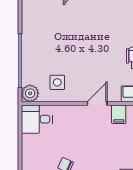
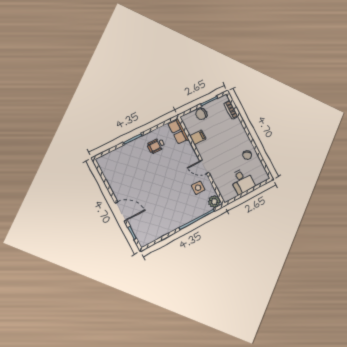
door: (97, 103) -> (204, 167), moved
desk: (37, 119) -> (242, 181), moved

